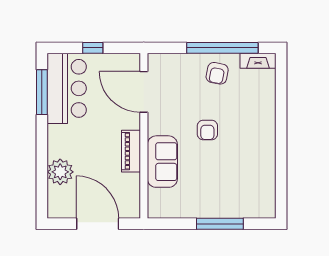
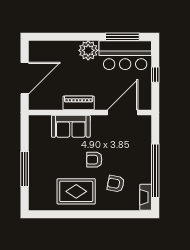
armchair: (217, 73) -> (116, 184), moved
rug: (250, 154) -> (76, 191), added
plant: (60, 172) -> (88, 50), moved

